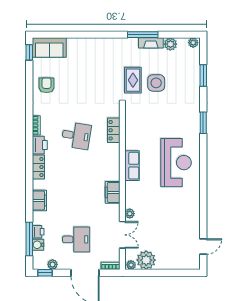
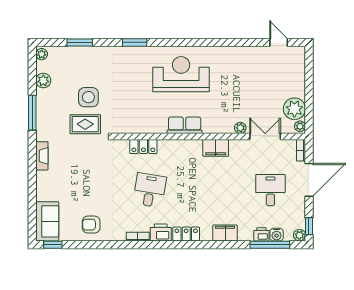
fireplace: (151, 43) -> (42, 156), moved
plant: (53, 264) -> (299, 235), moved

